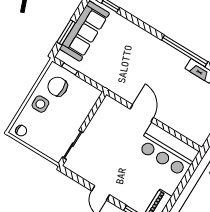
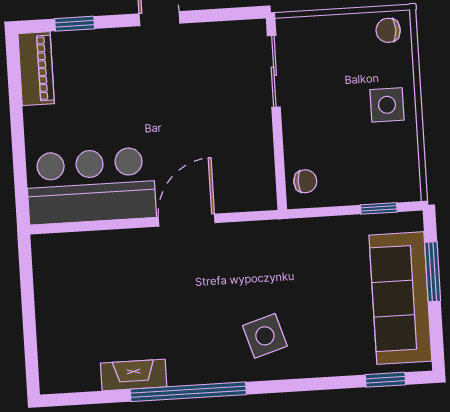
side table: (143, 52) -> (265, 336), added
chair: (58, 87) -> (305, 181), moved, width x0.54, depth x0.54
door: (142, 113) -> (187, 220), swing flipped

